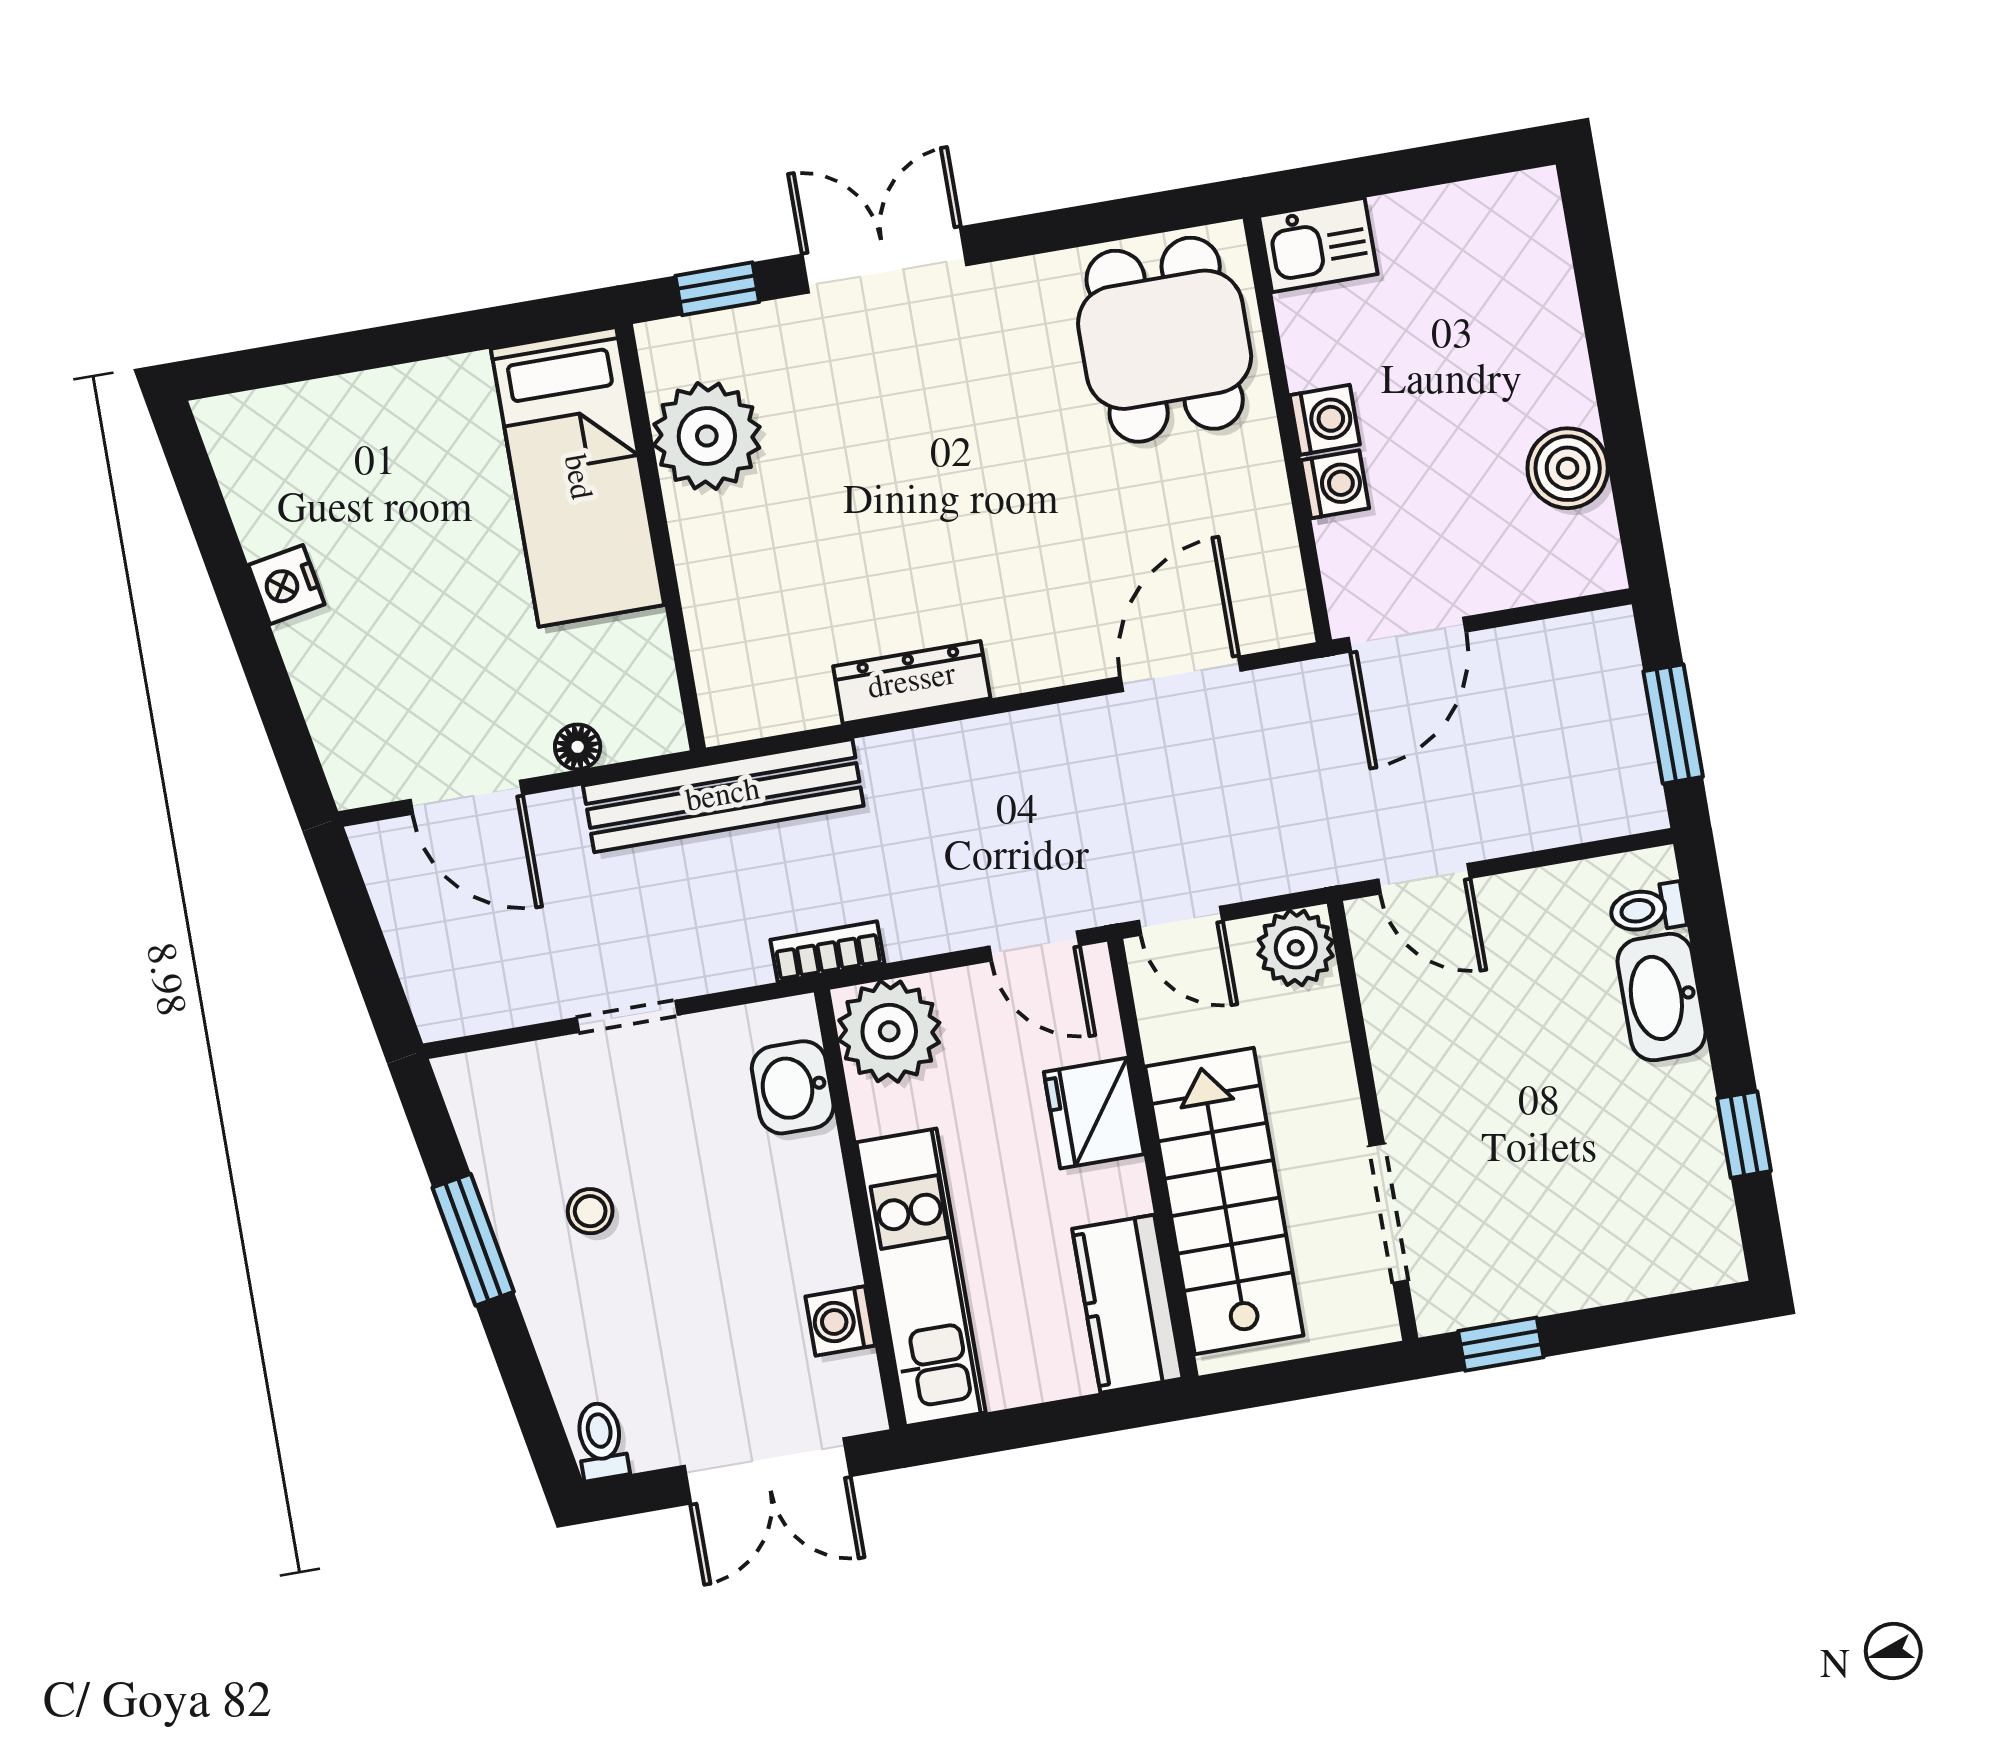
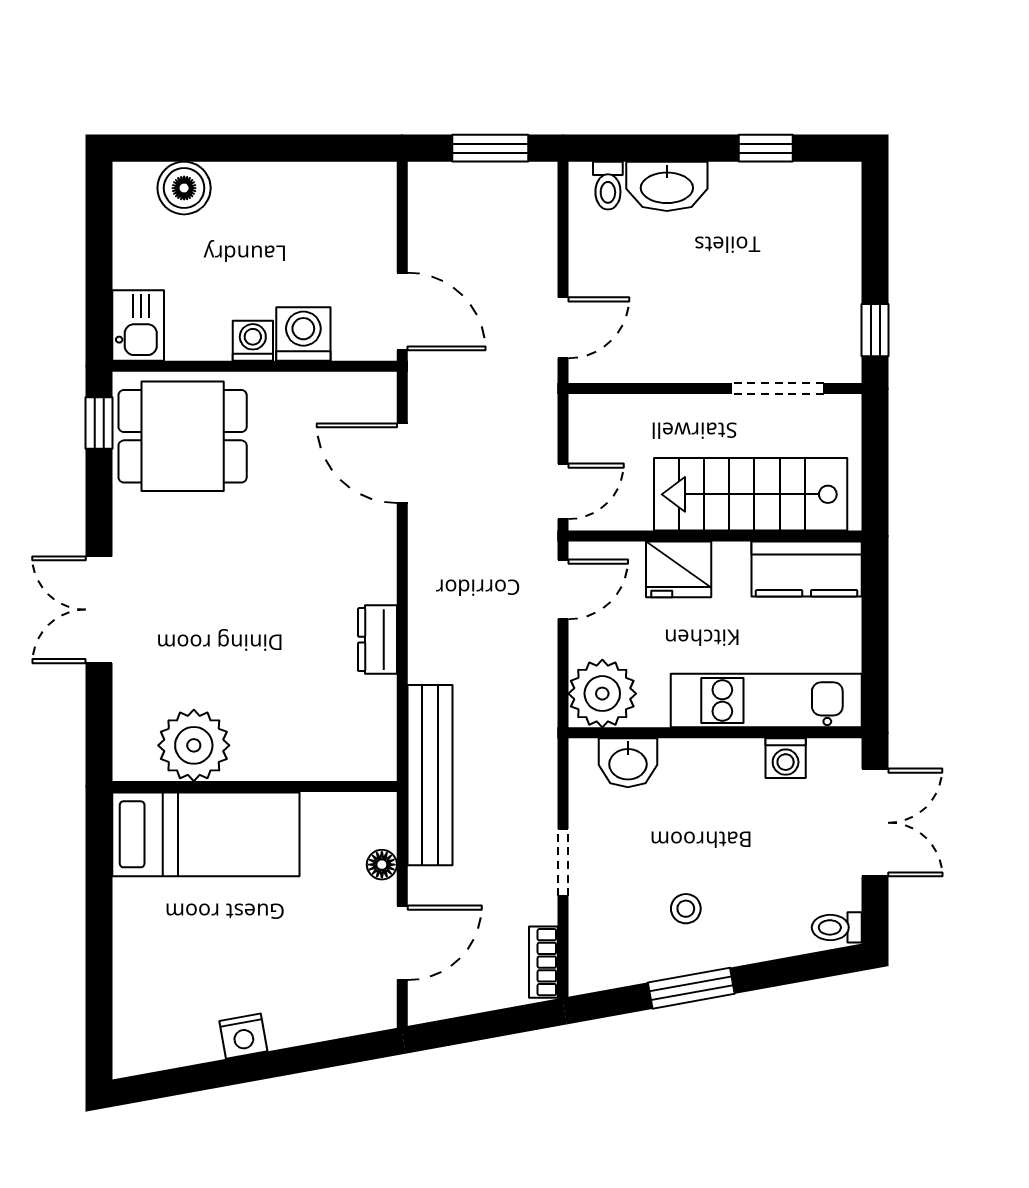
window: (717, 289) -> (99, 423), moved
boiler: (1568, 468) -> (184, 188), moved
washing machine: (1335, 484) -> (303, 334), width x1.38, depth x1.38
dresser: (912, 682) -> (377, 640), width x0.70
plant: (1296, 948) -> (594, 419), removed
bookcase: (827, 952) -> (543, 962), moved

